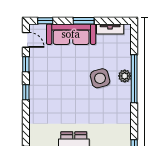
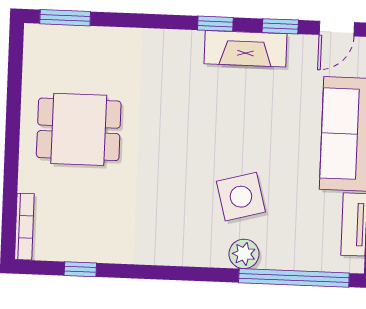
fireplace: (36, 79) -> (246, 49), added
window: (134, 79) -> (294, 278), moved

